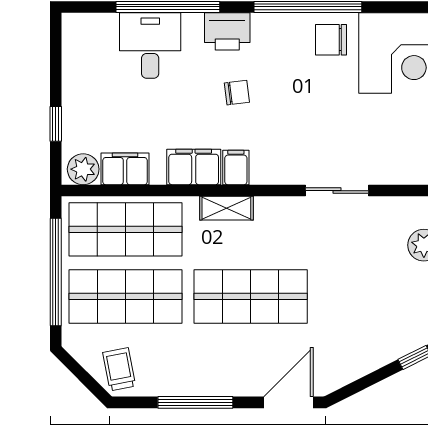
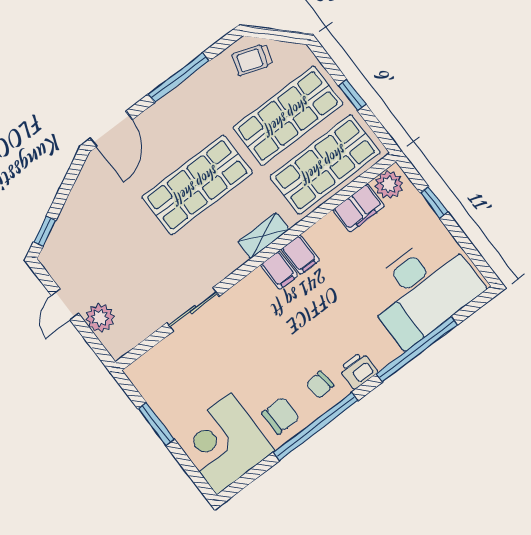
printer: (227, 31) -> (358, 370), width x0.73, depth x0.81
desk: (150, 46) -> (423, 290), width x1.87, depth x1.30
chair: (237, 93) -> (320, 385), moved
filing cabinet: (194, 167) -> (300, 255), width x0.50
window: (56, 272) -> (352, 95), width x0.32
trolley: (119, 369) -> (252, 60), turned 120

